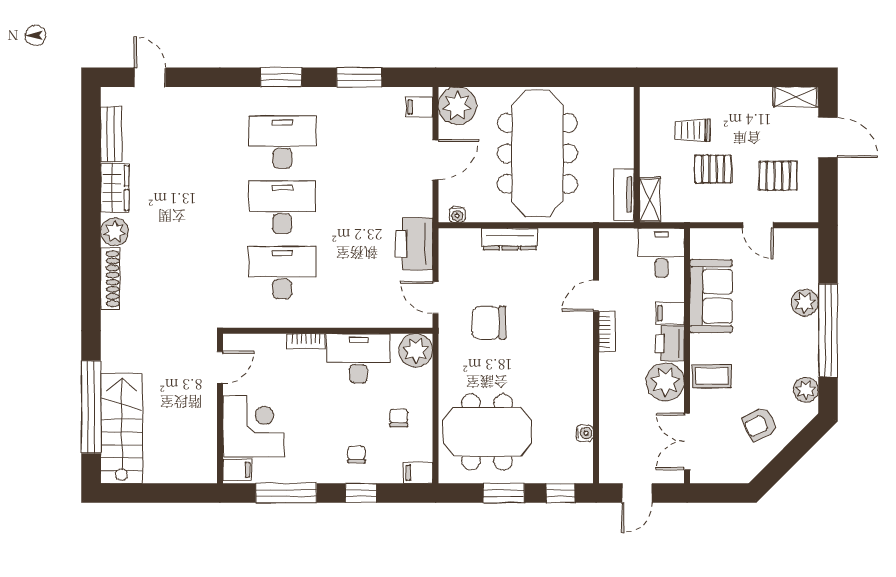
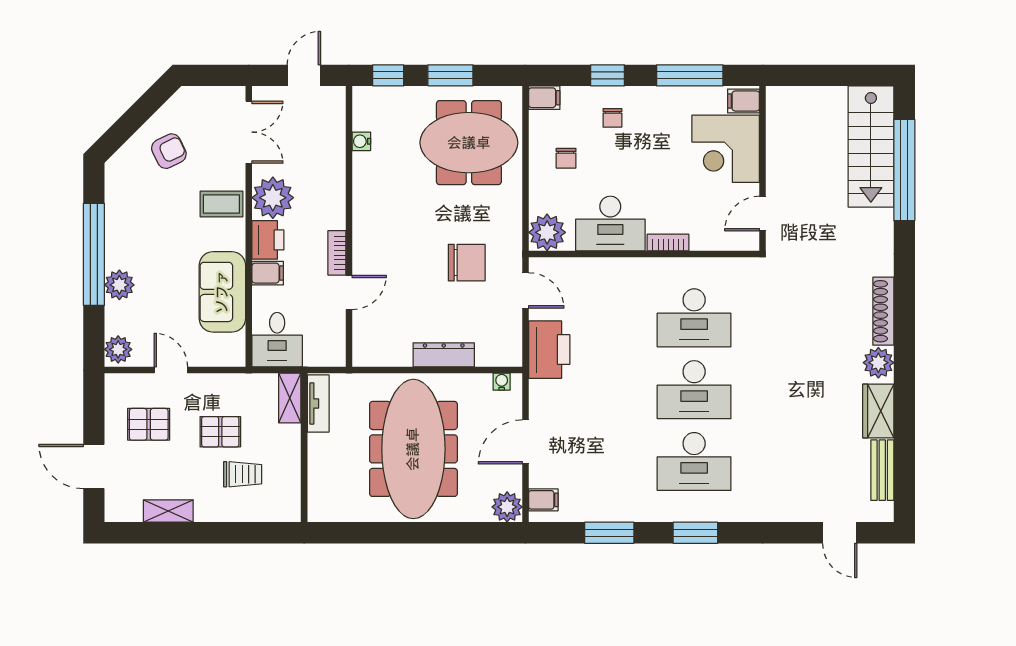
shelving: (796, 97) -> (168, 511), moved
plant: (457, 106) -> (507, 507), width x0.73, depth x0.73
plant: (806, 390) -> (118, 349), moved

